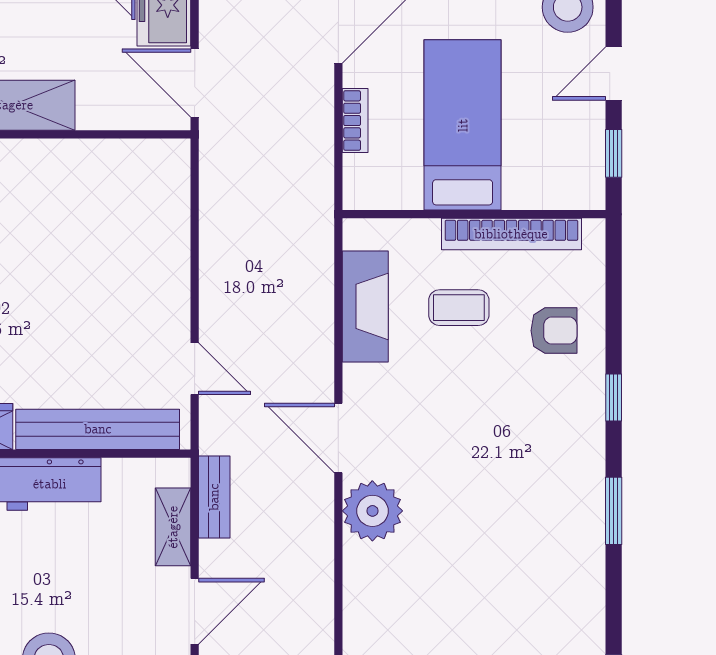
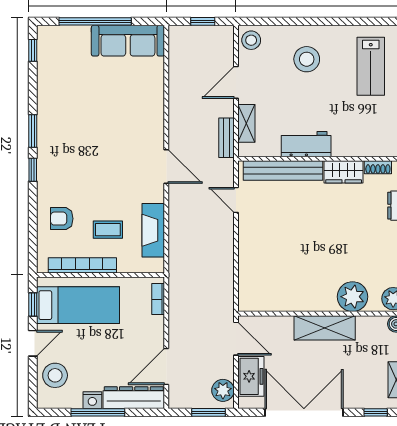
bookcase: (355, 121) -> (158, 299), moved
bed: (463, 125) -> (78, 305), moved, turned -90
window: (614, 398) -> (33, 170), moved
plant: (372, 511) -> (150, 131), removed

